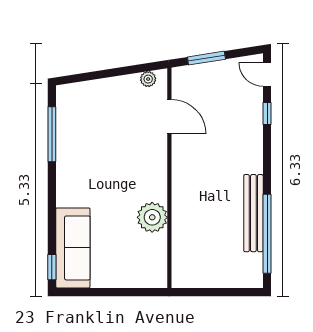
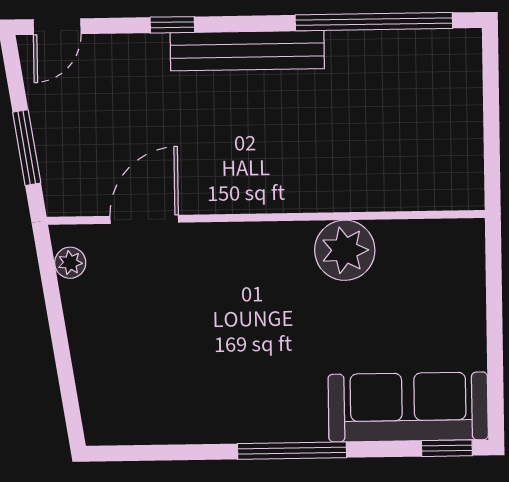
window: (267, 114) -> (172, 25), moved
window: (52, 134) -> (292, 451), moved
bench: (253, 213) -> (247, 51), moved

